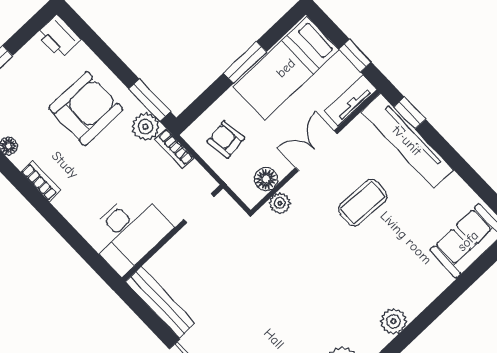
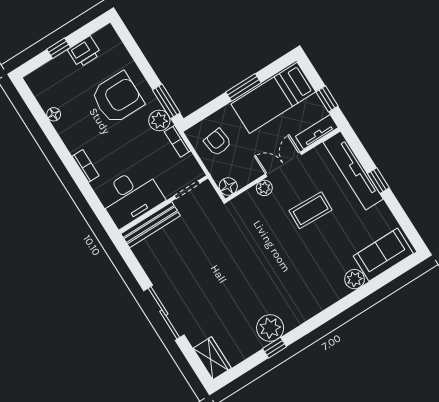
printer: (59, 36) -> (84, 52), moved, turned -90
window: (410, 113) -> (378, 181), moved
floor lamp: (266, 179) -> (228, 186), moved
bookcase: (41, 181) -> (86, 166), moved
plant: (280, 203) -> (264, 188), moved
bench: (160, 303) -> (151, 225), moved, turned 90
plant: (393, 321) -> (355, 279), moved

